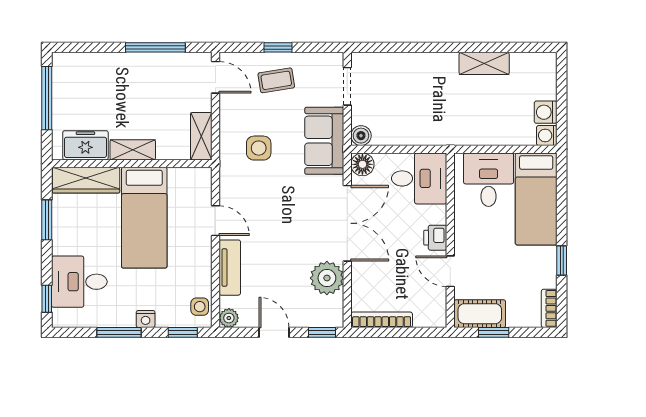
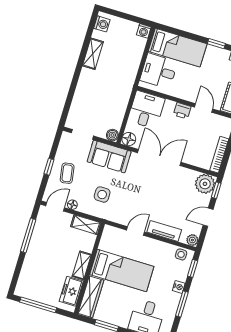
floor lamp: (227, 104) -> (72, 205), added
washing machine: (546, 112) -> (102, 24), moved, turned -90
door: (450, 271) -> (204, 108), swing flipped
plant: (327, 278) -> (205, 184), moved

